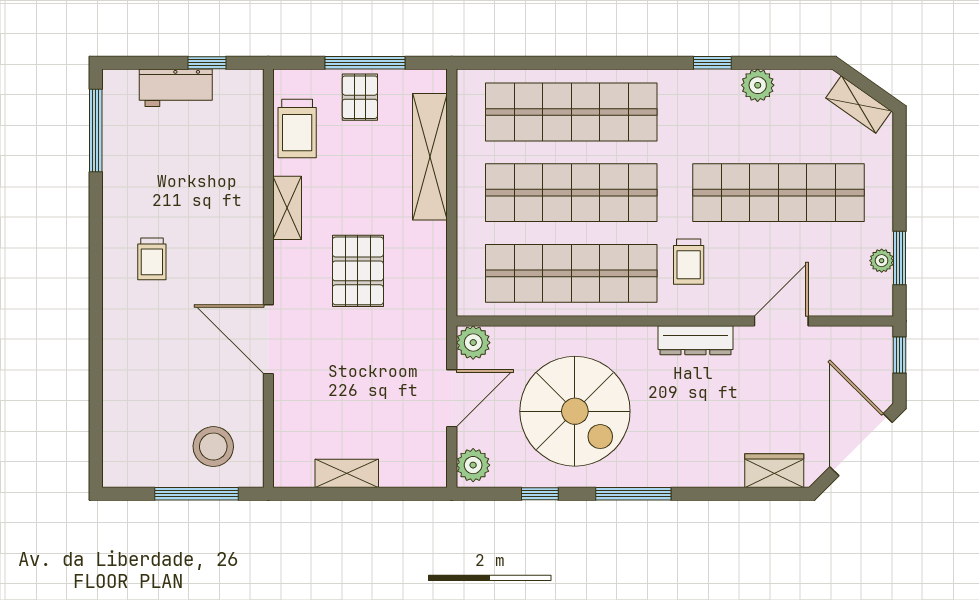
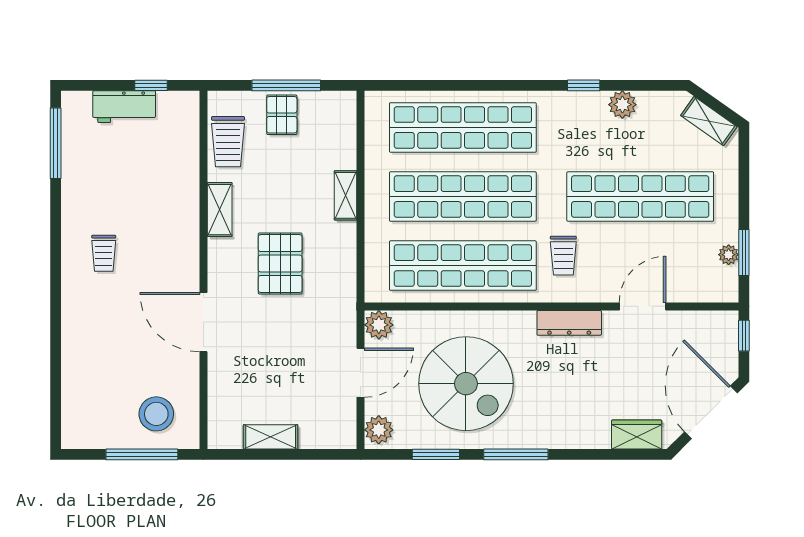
shelving: (430, 157) -> (345, 195), width x0.45, depth x0.75
window: (540, 494) -> (436, 454), width x1.50

